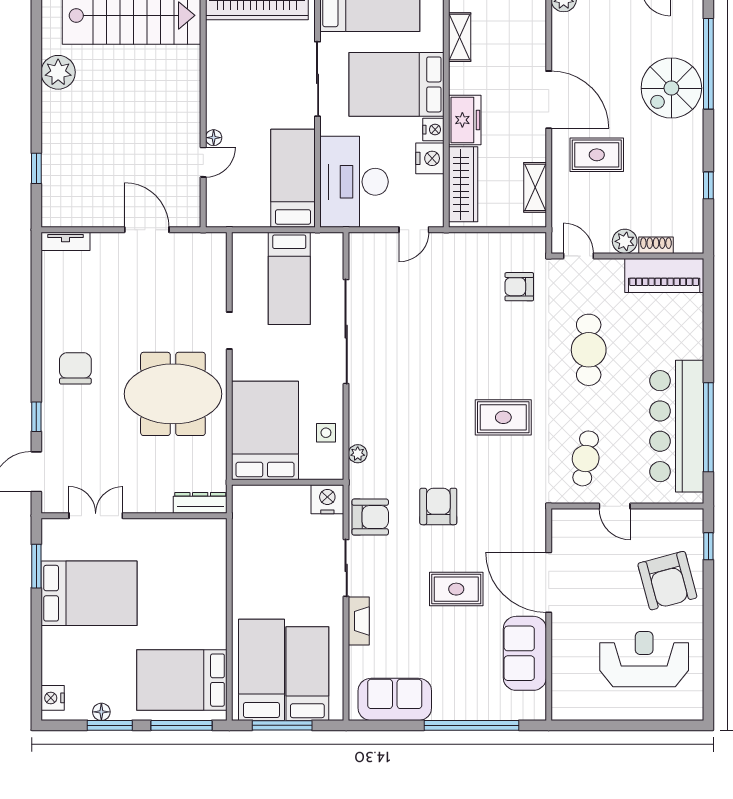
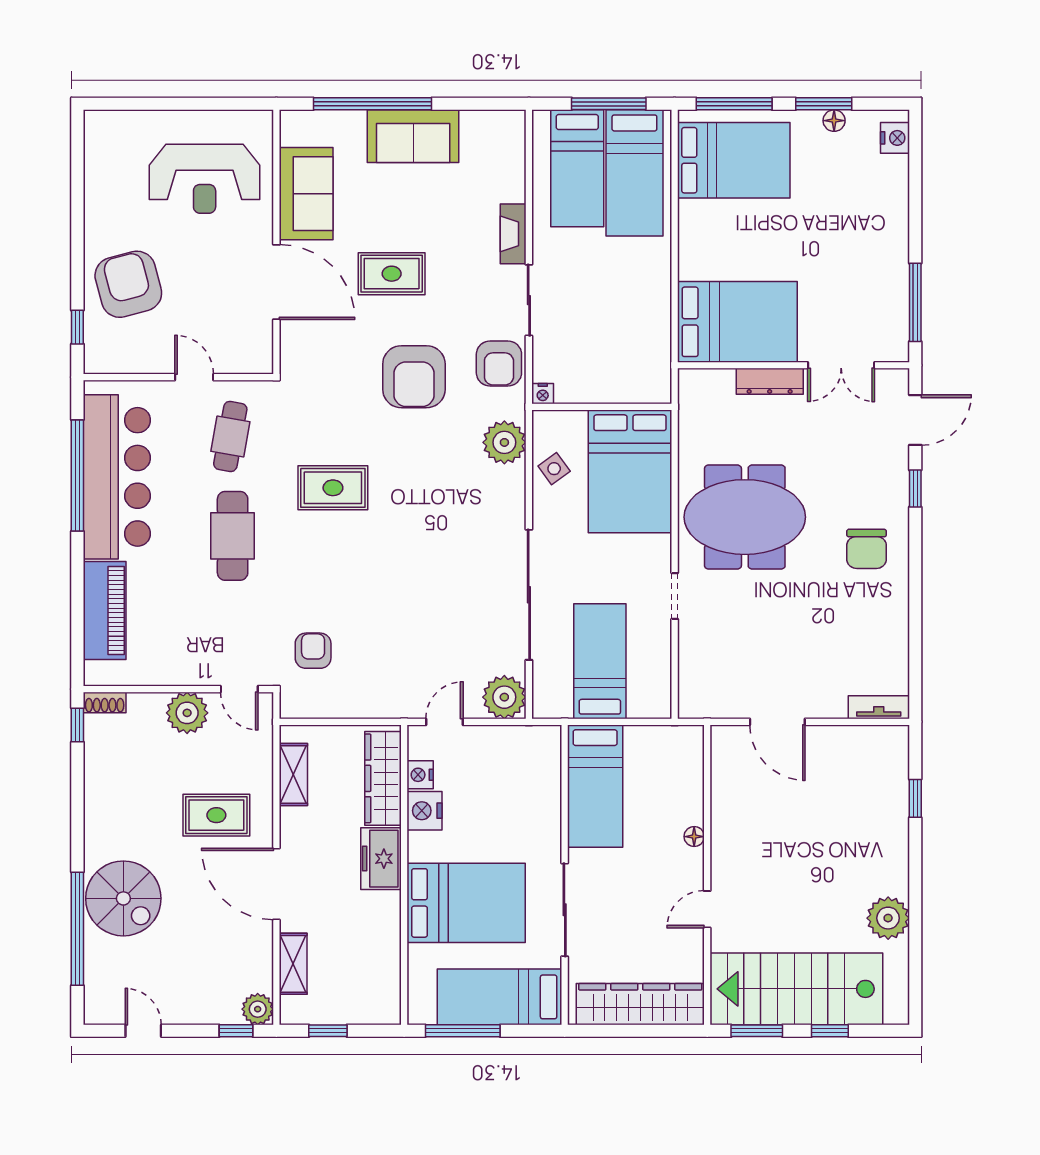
shelving: (460, 37) -> (293, 964), moved
spiral stairs: (671, 88) -> (123, 898), turned 90
nightstand: (433, 130) -> (420, 775), moved
door: (203, 162) -> (707, 909), moved
desk: (354, 182) -> (519, 782), removed
window: (708, 185) -> (77, 725), moved
plant: (625, 241) -> (187, 713), width x1.36, depth x1.36
shoe rack: (656, 245) -> (105, 702), moved
plant: (366, 249) -> (504, 697), added
piano: (664, 275) -> (105, 611), moved, turned 90
armchair: (519, 287) -> (313, 651), turned -90
cafe table: (589, 350) -> (233, 536), moved
side table: (326, 433) -> (554, 469), turned -36
plant: (358, 454) -> (504, 442), width x1.87, depth x1.87
nightstand: (327, 499) -> (543, 394), width x0.53, depth x0.56
dresser: (200, 503) -> (770, 381), moved
armchair: (438, 506) -> (414, 377), width x1.36, depth x1.36
armchair: (370, 517) -> (499, 364), turned -90
window: (36, 566) -> (915, 302), width x1.44
bed: (89, 593) -> (737, 322), moved, turned 180
reception desk: (644, 659) -> (205, 179), moved
sofa: (395, 699) -> (413, 136), moved

